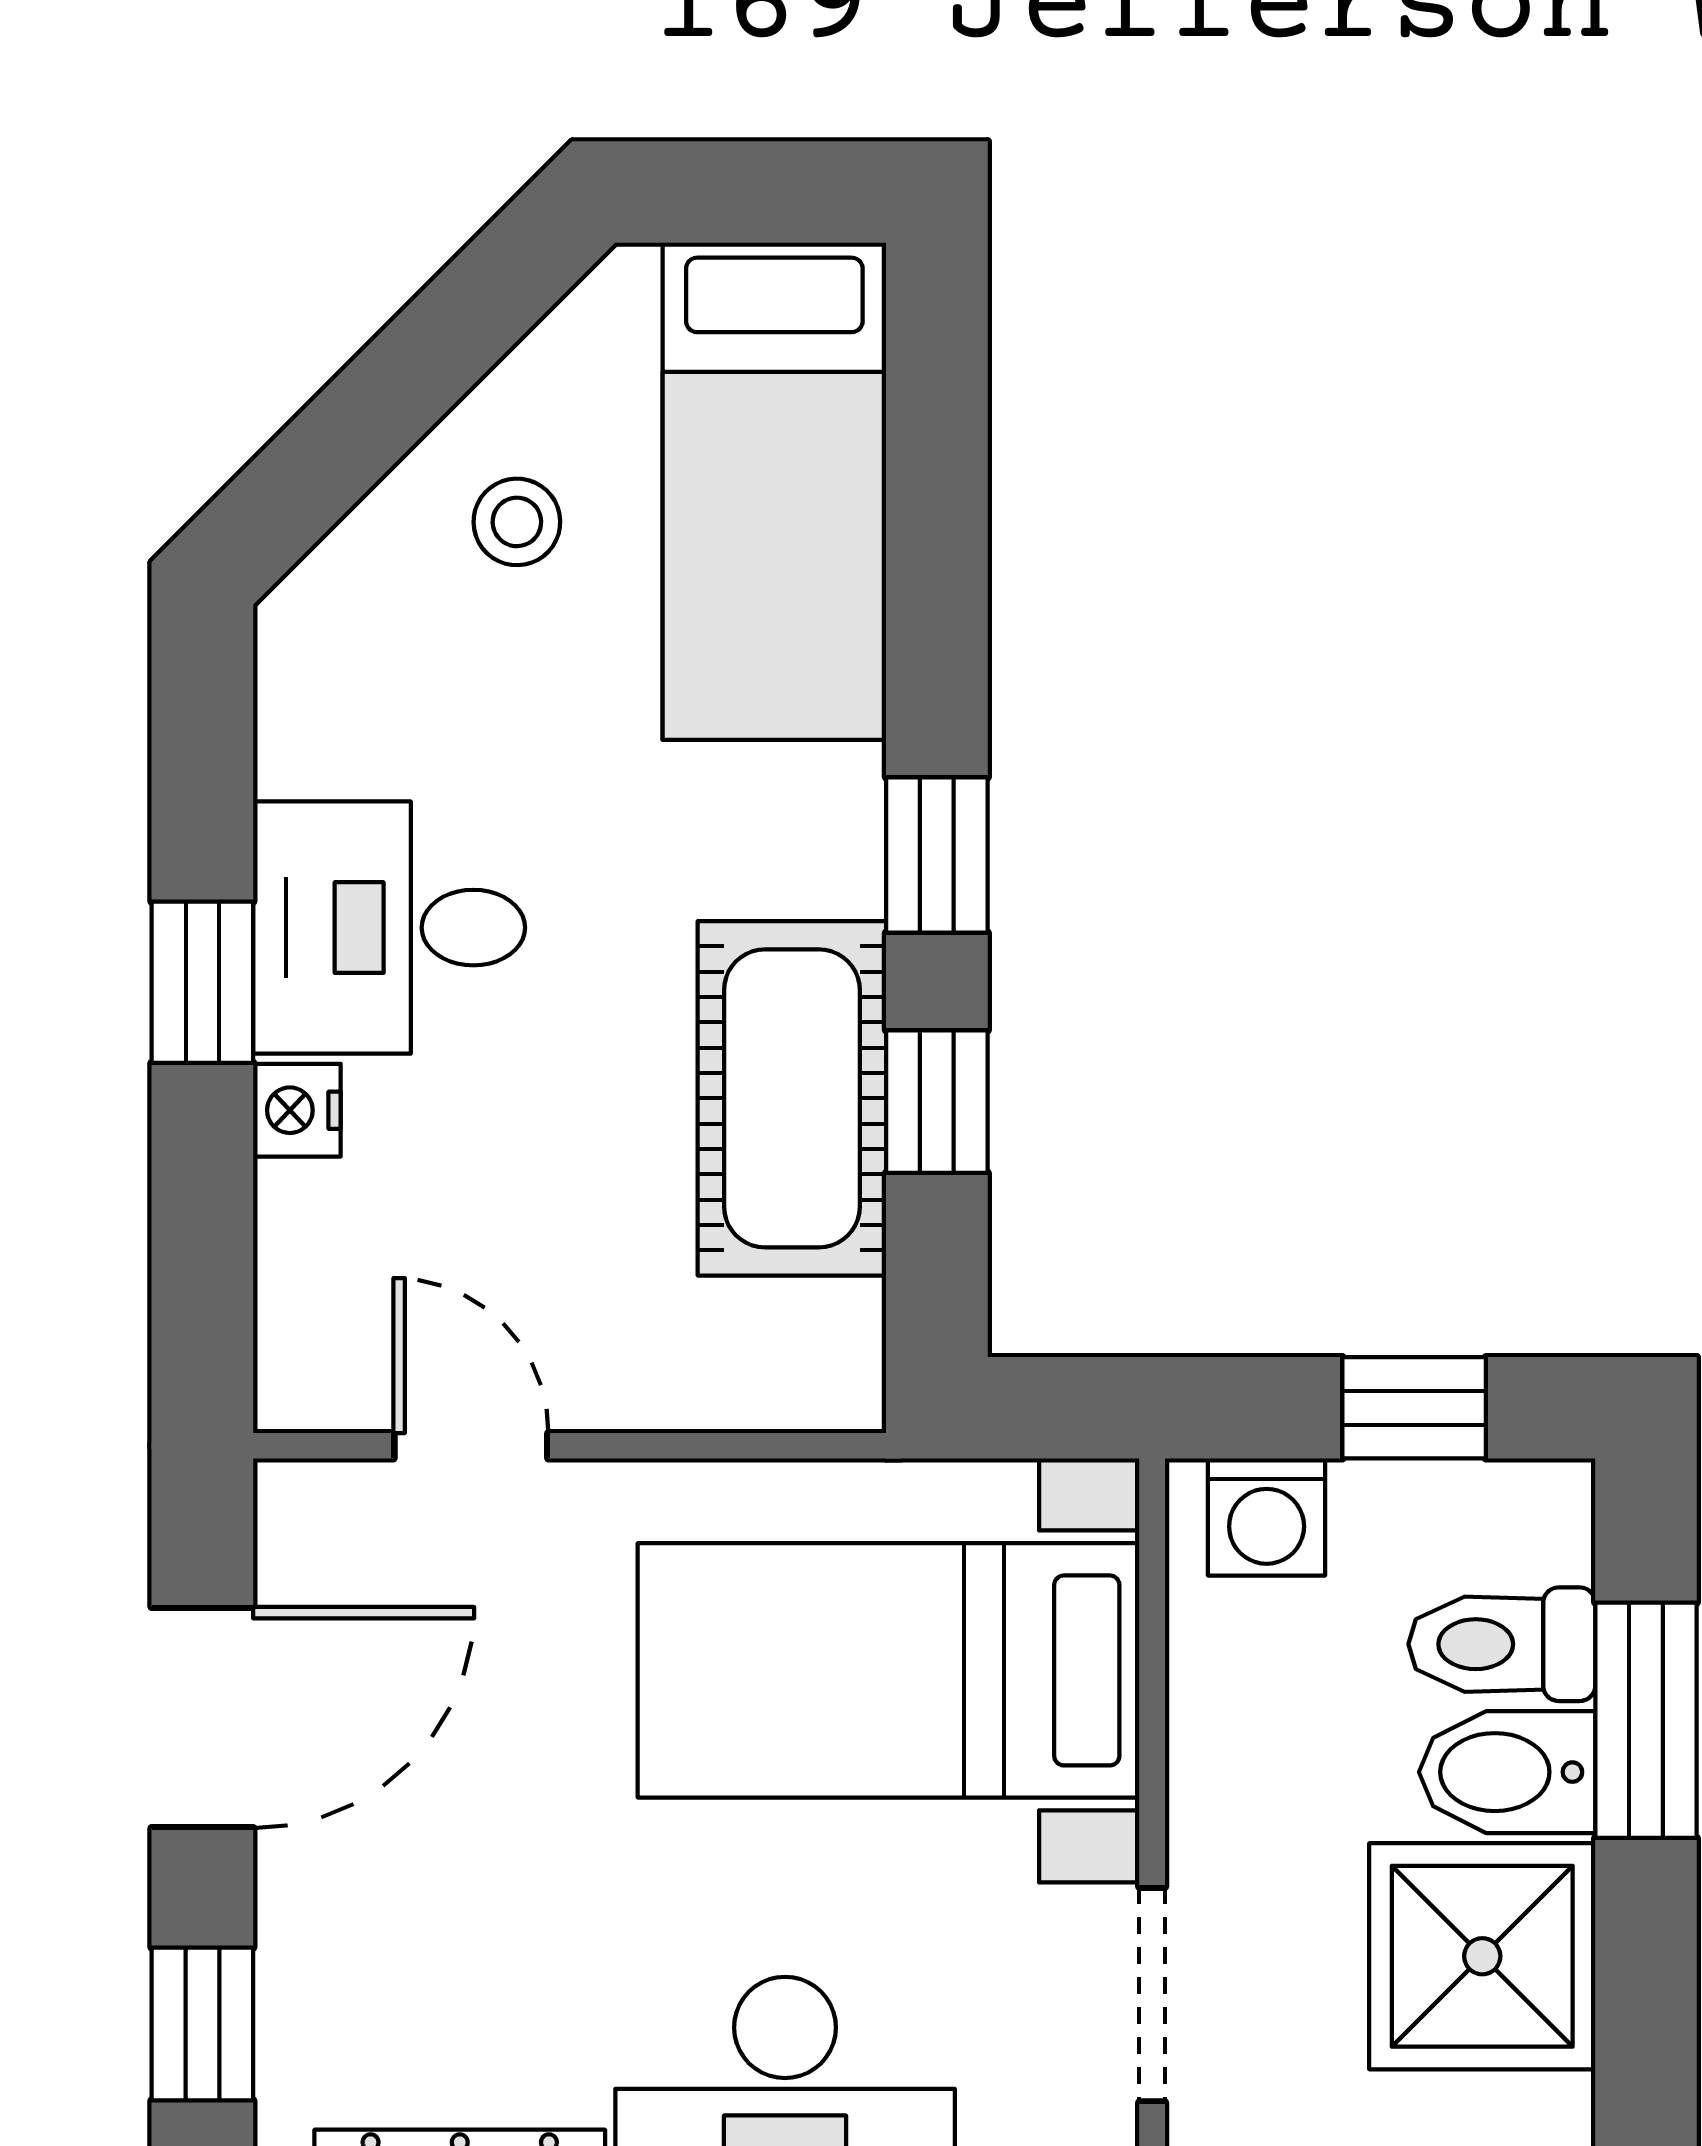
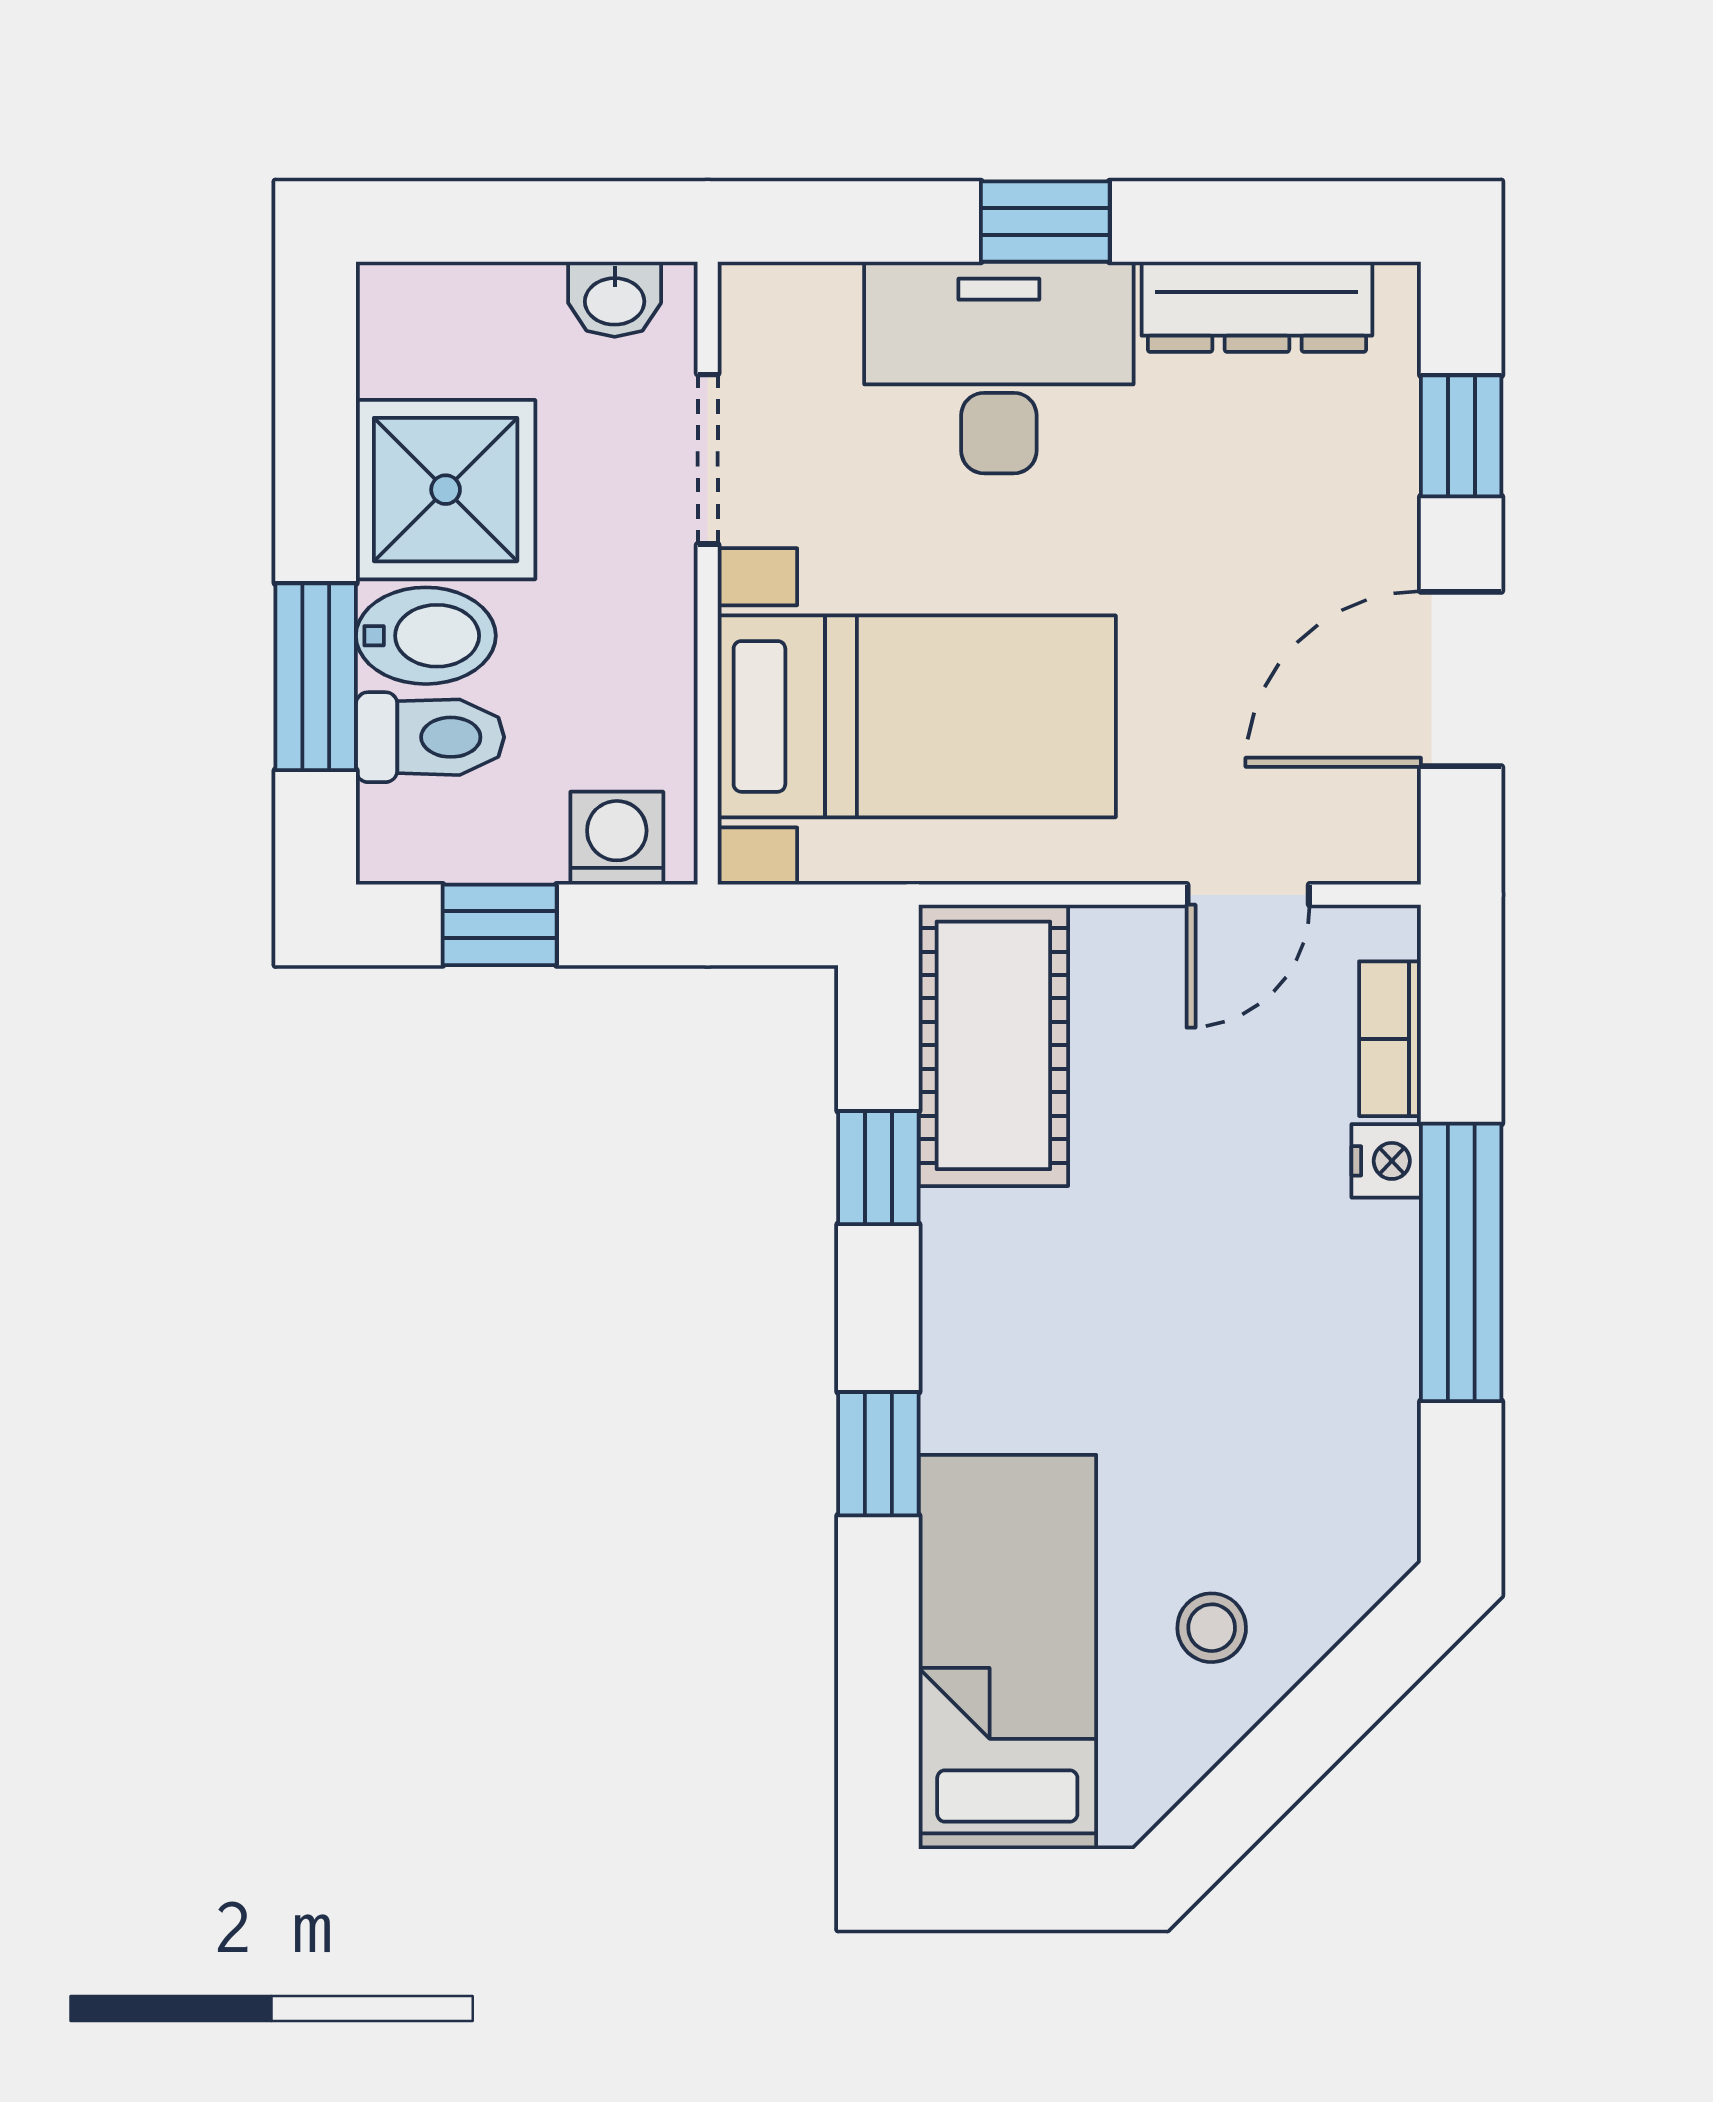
window: (937, 855) -> (878, 1454), moved
desk: (389, 928) -> (1313, 1306), removed
window: (202, 982) -> (1461, 1262), width x2.17
cot: (792, 1098) -> (993, 1045), moved
bookcase: (292, 1264) -> (1390, 1039), added
door: (471, 1446) -> (1248, 895), hinge flipped

